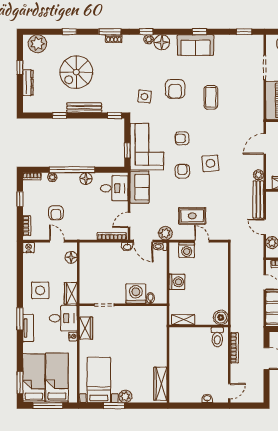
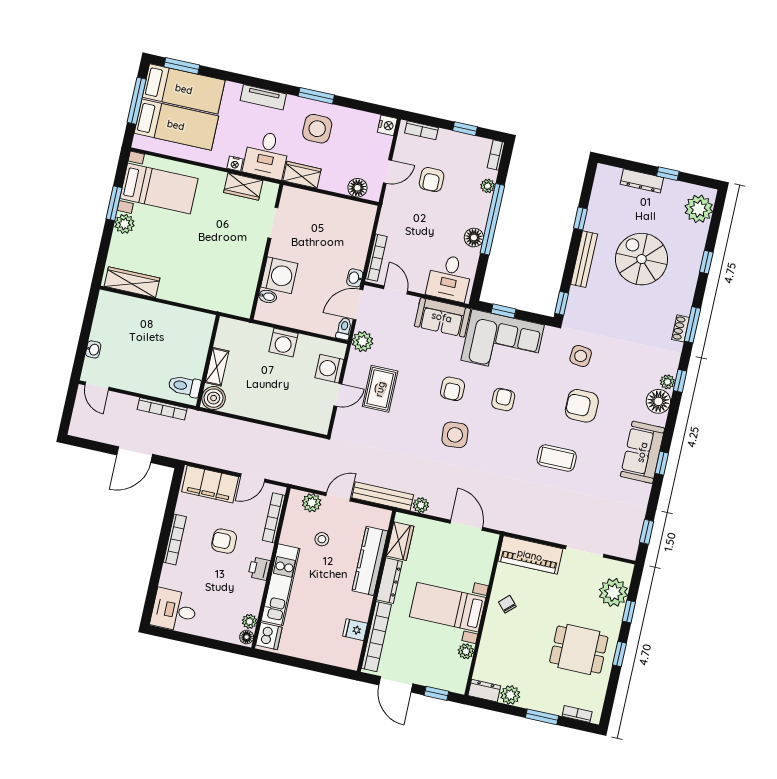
armchair: (182, 171) -> (453, 389), turned 90
armchair: (56, 213) -> (432, 180), turned -90
window: (20, 319) -> (316, 96), moved
shelving: (183, 320) -> (217, 367), moved

